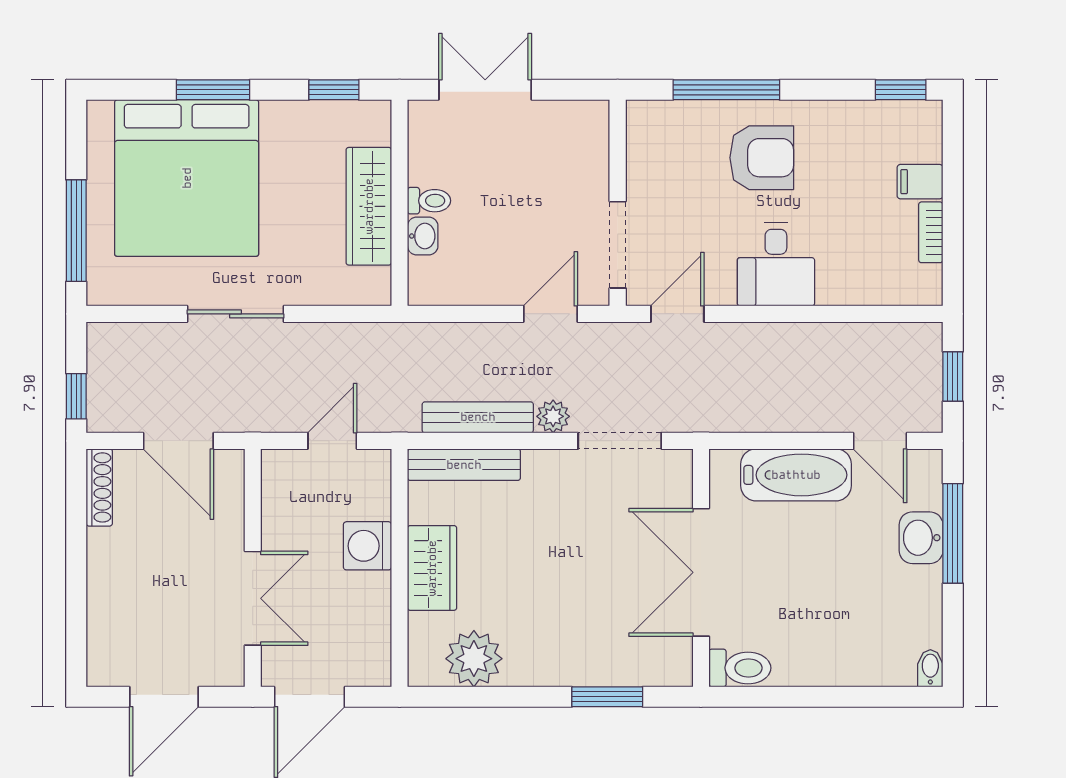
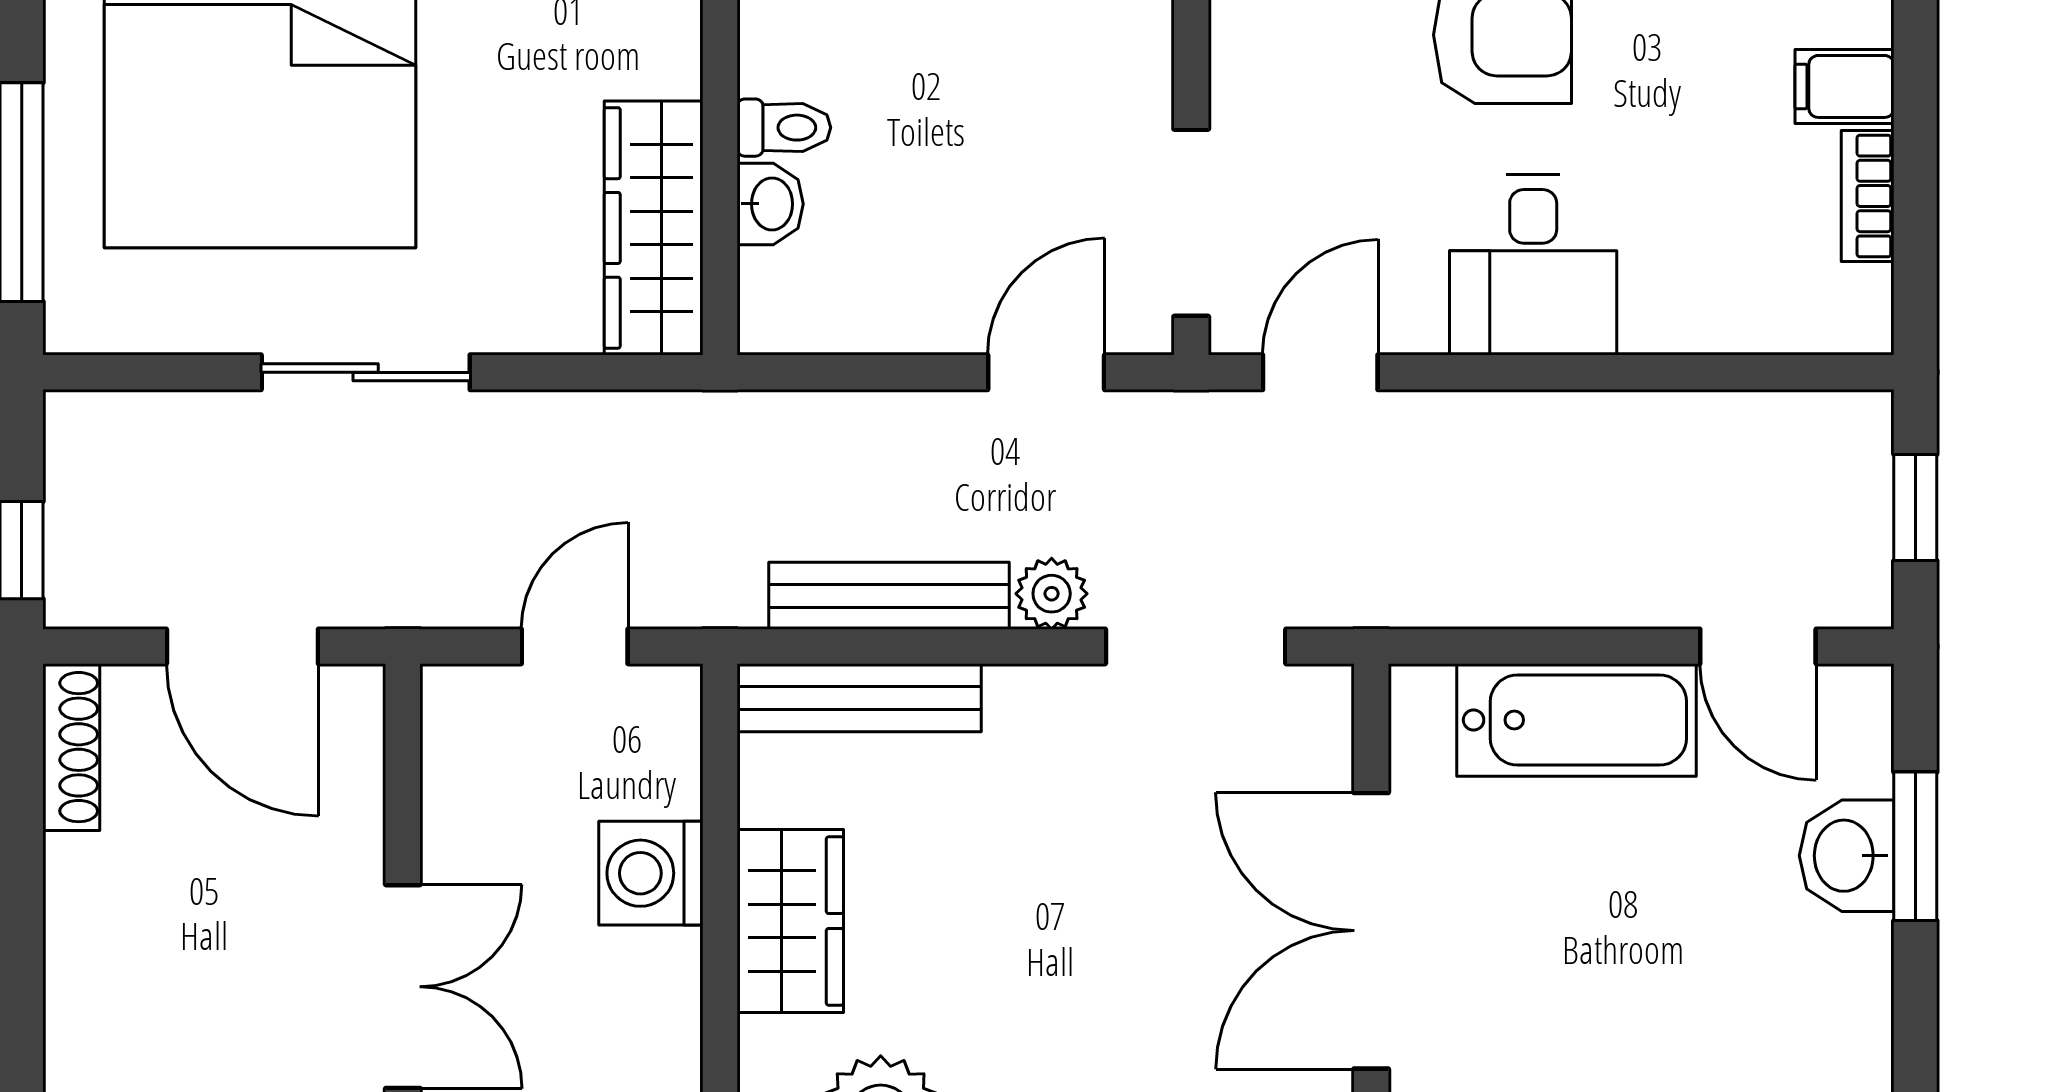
wardrobe: (369, 206) -> (654, 228), moved
window: (953, 533) -> (1915, 846), width x0.69

